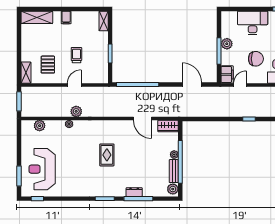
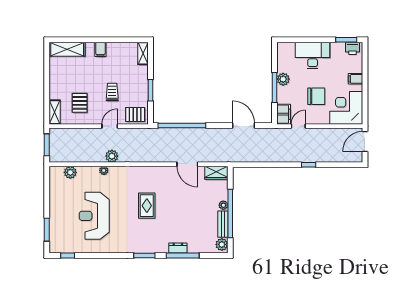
pallet: (97, 75) -> (135, 114), added
reception desk: (42, 169) -> (94, 216), moved

